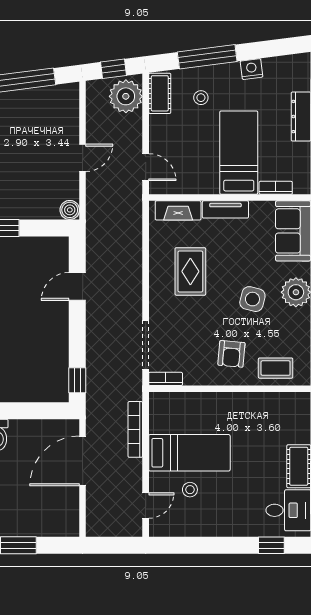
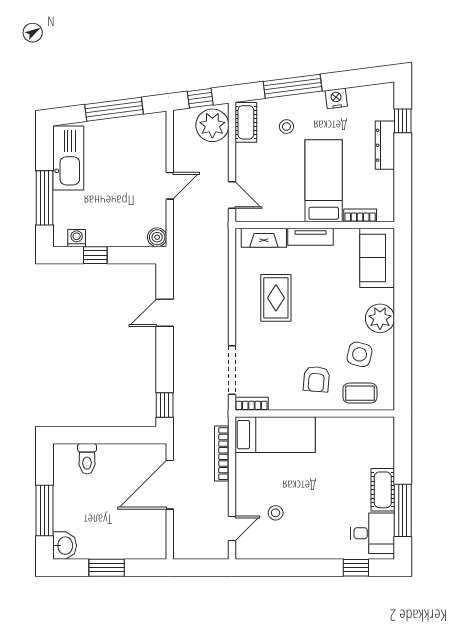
side table: (252, 299) -> (360, 354), moved
bed: (189, 453) -> (275, 435), moved

